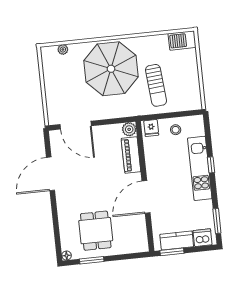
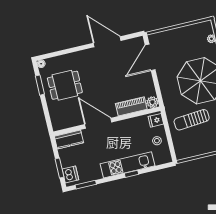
kitchen counter: (177, 240) -> (69, 139), moved, turned 90
window: (172, 252) -> (59, 168), moved

